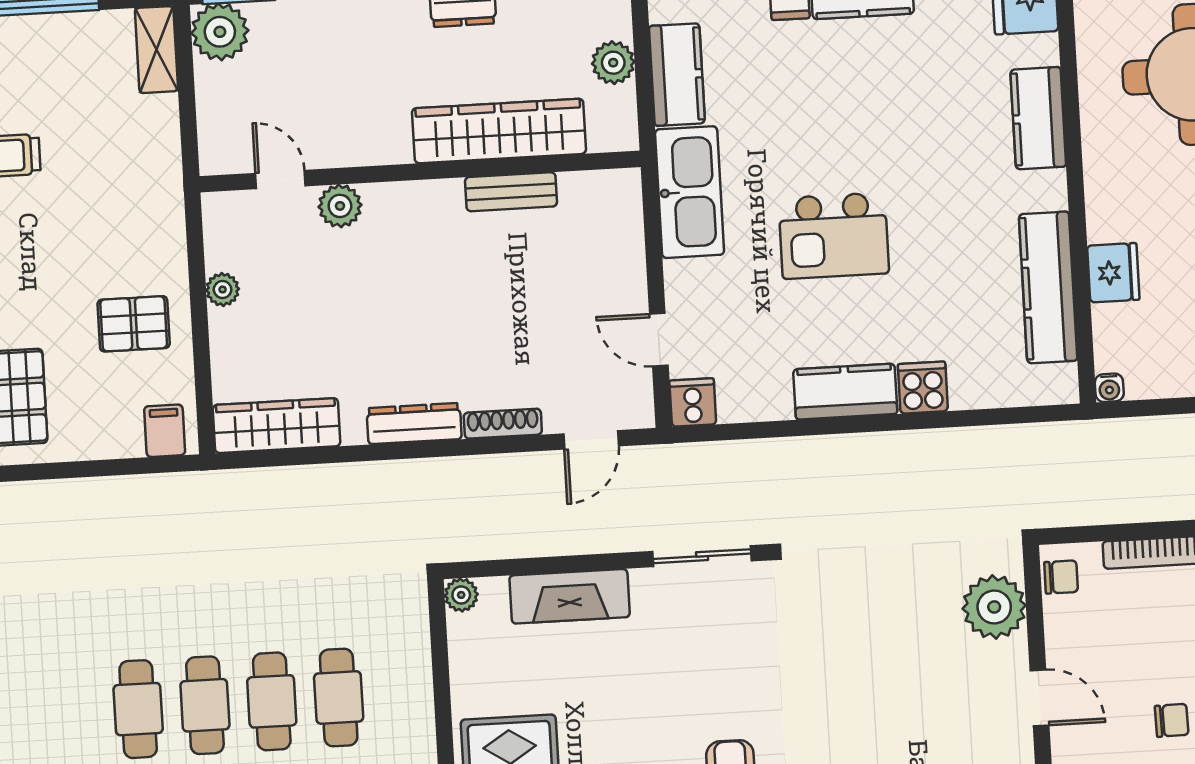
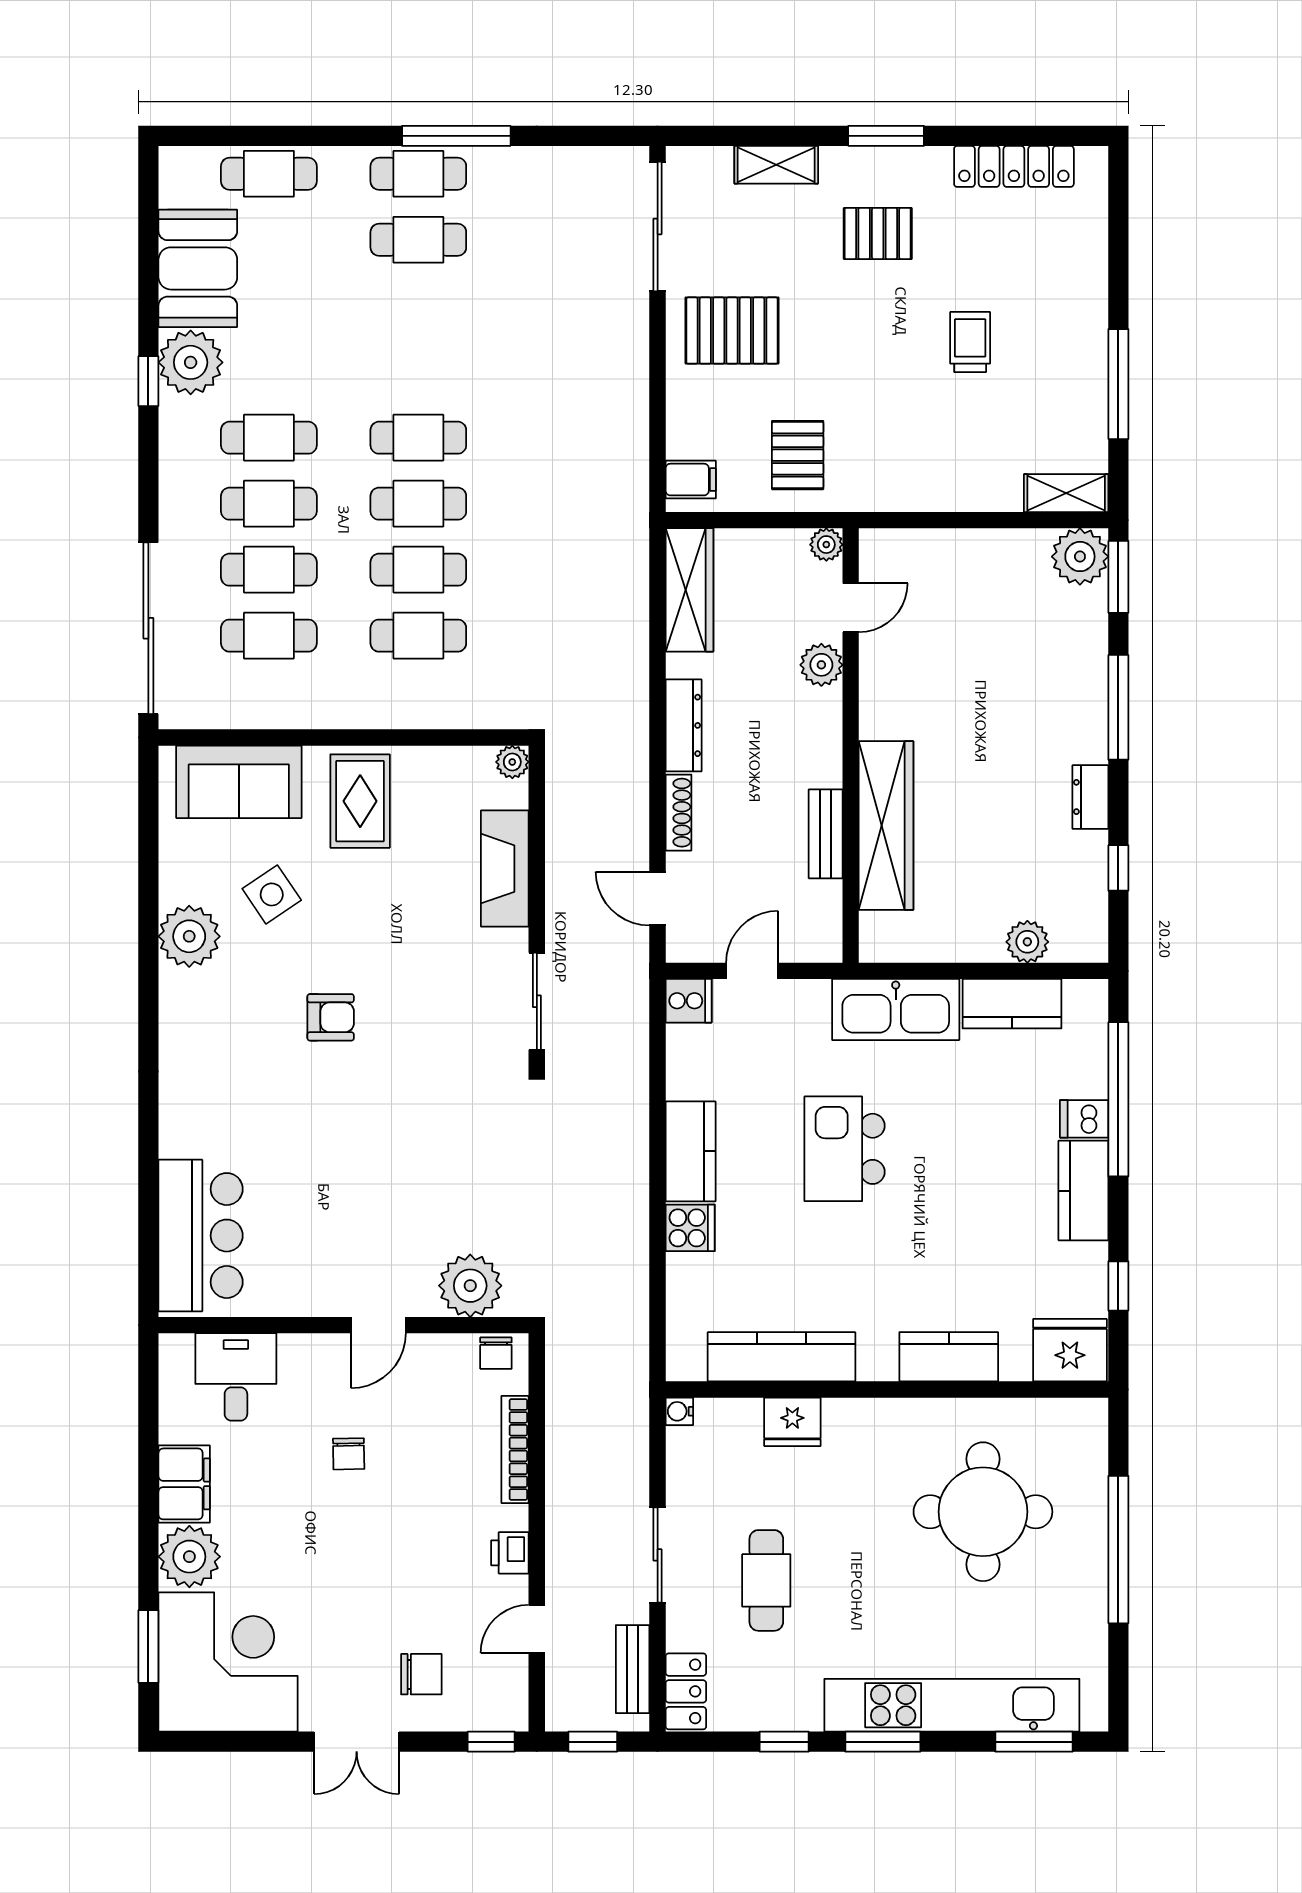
wardrobe: (499, 131) -> (886, 826), moved
wall: (420, 172) -> (851, 746), moved
door: (280, 180) -> (851, 608), moved
bench: (511, 192) -> (826, 834), moved
plant: (340, 206) -> (821, 665), moved

